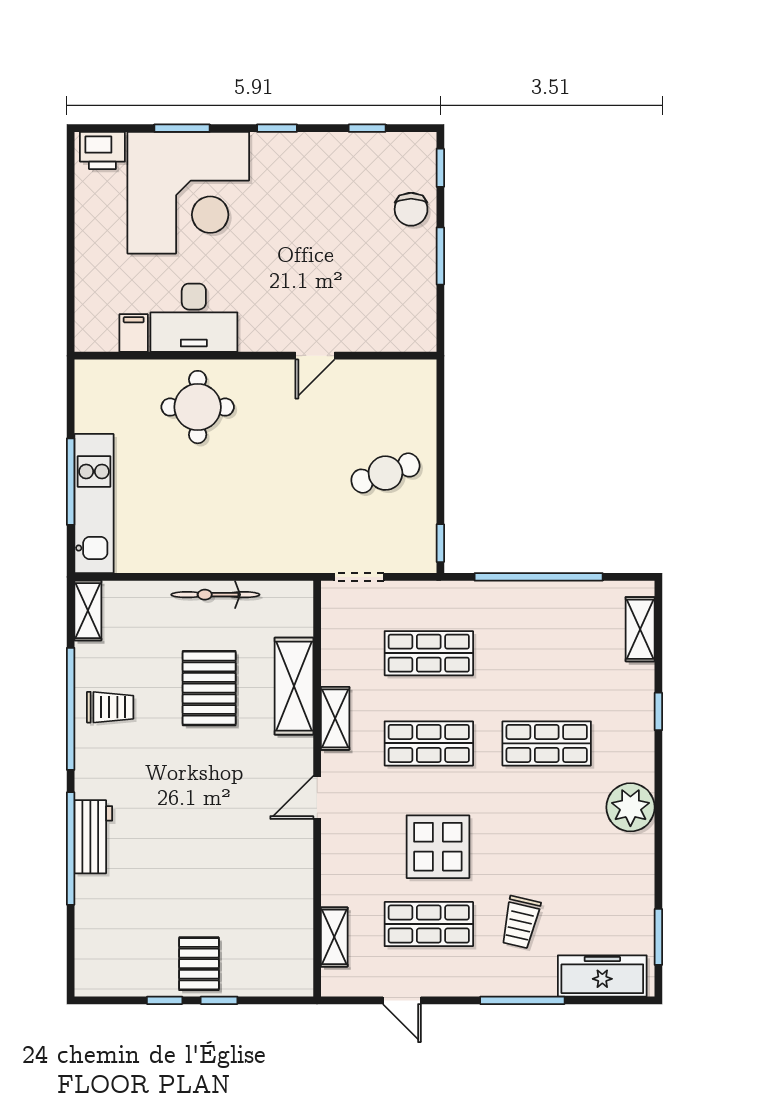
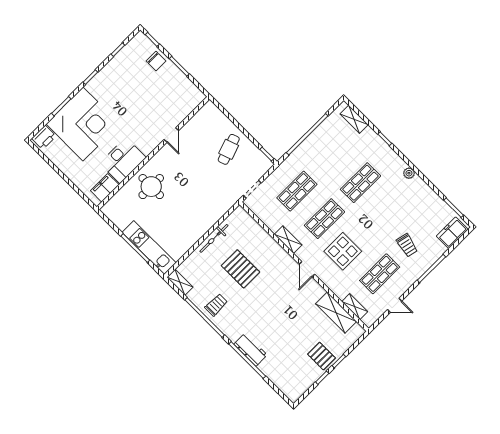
filing cabinet: (134, 333) -> (105, 188), width x2.00
shelving: (294, 686) -> (336, 313), moved
plant: (630, 807) -> (409, 173), width x0.53, depth x0.53
display table: (438, 847) -> (343, 251), moved
freezer: (602, 976) -> (452, 233), width x0.71

